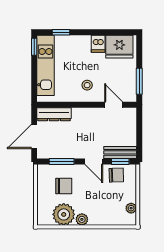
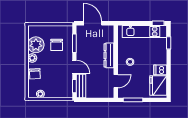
dresser: (54, 114) -> (109, 55), moved
door: (94, 162) -> (74, 67), swing flipped
chair: (116, 175) -> (35, 74), moved

